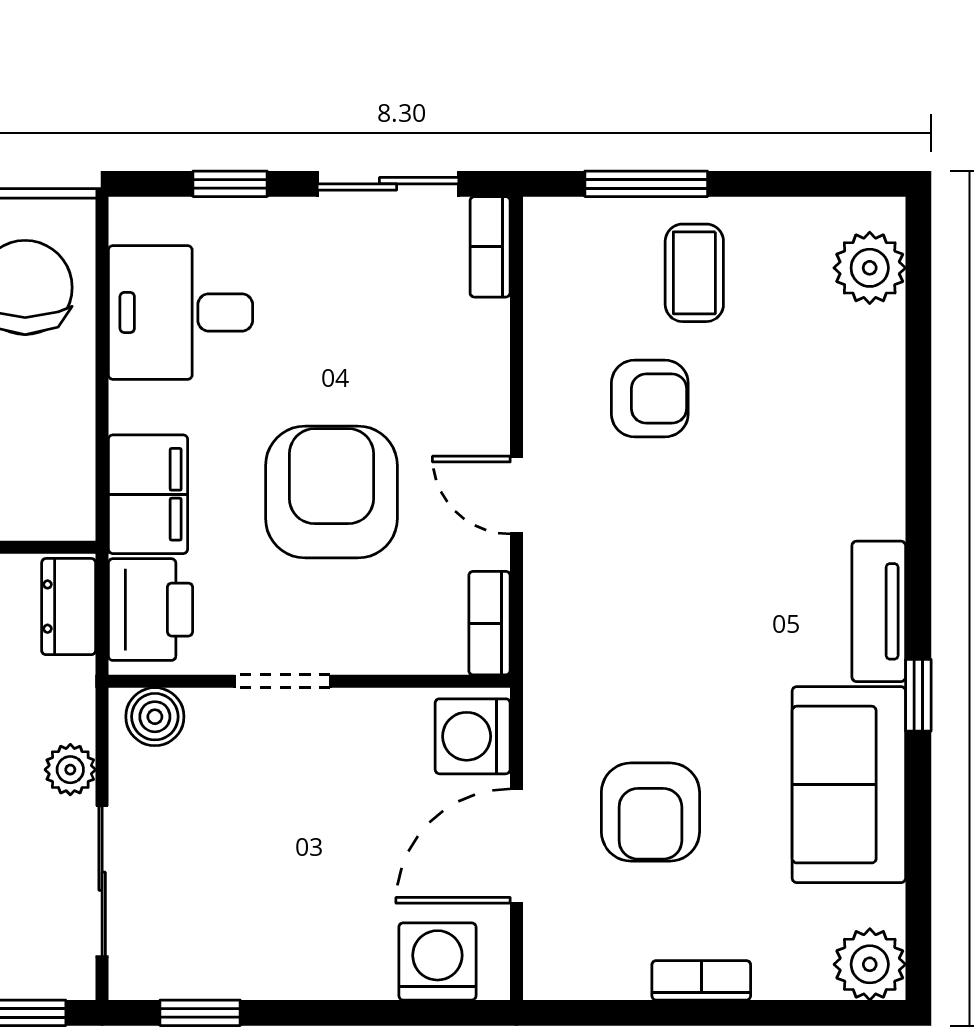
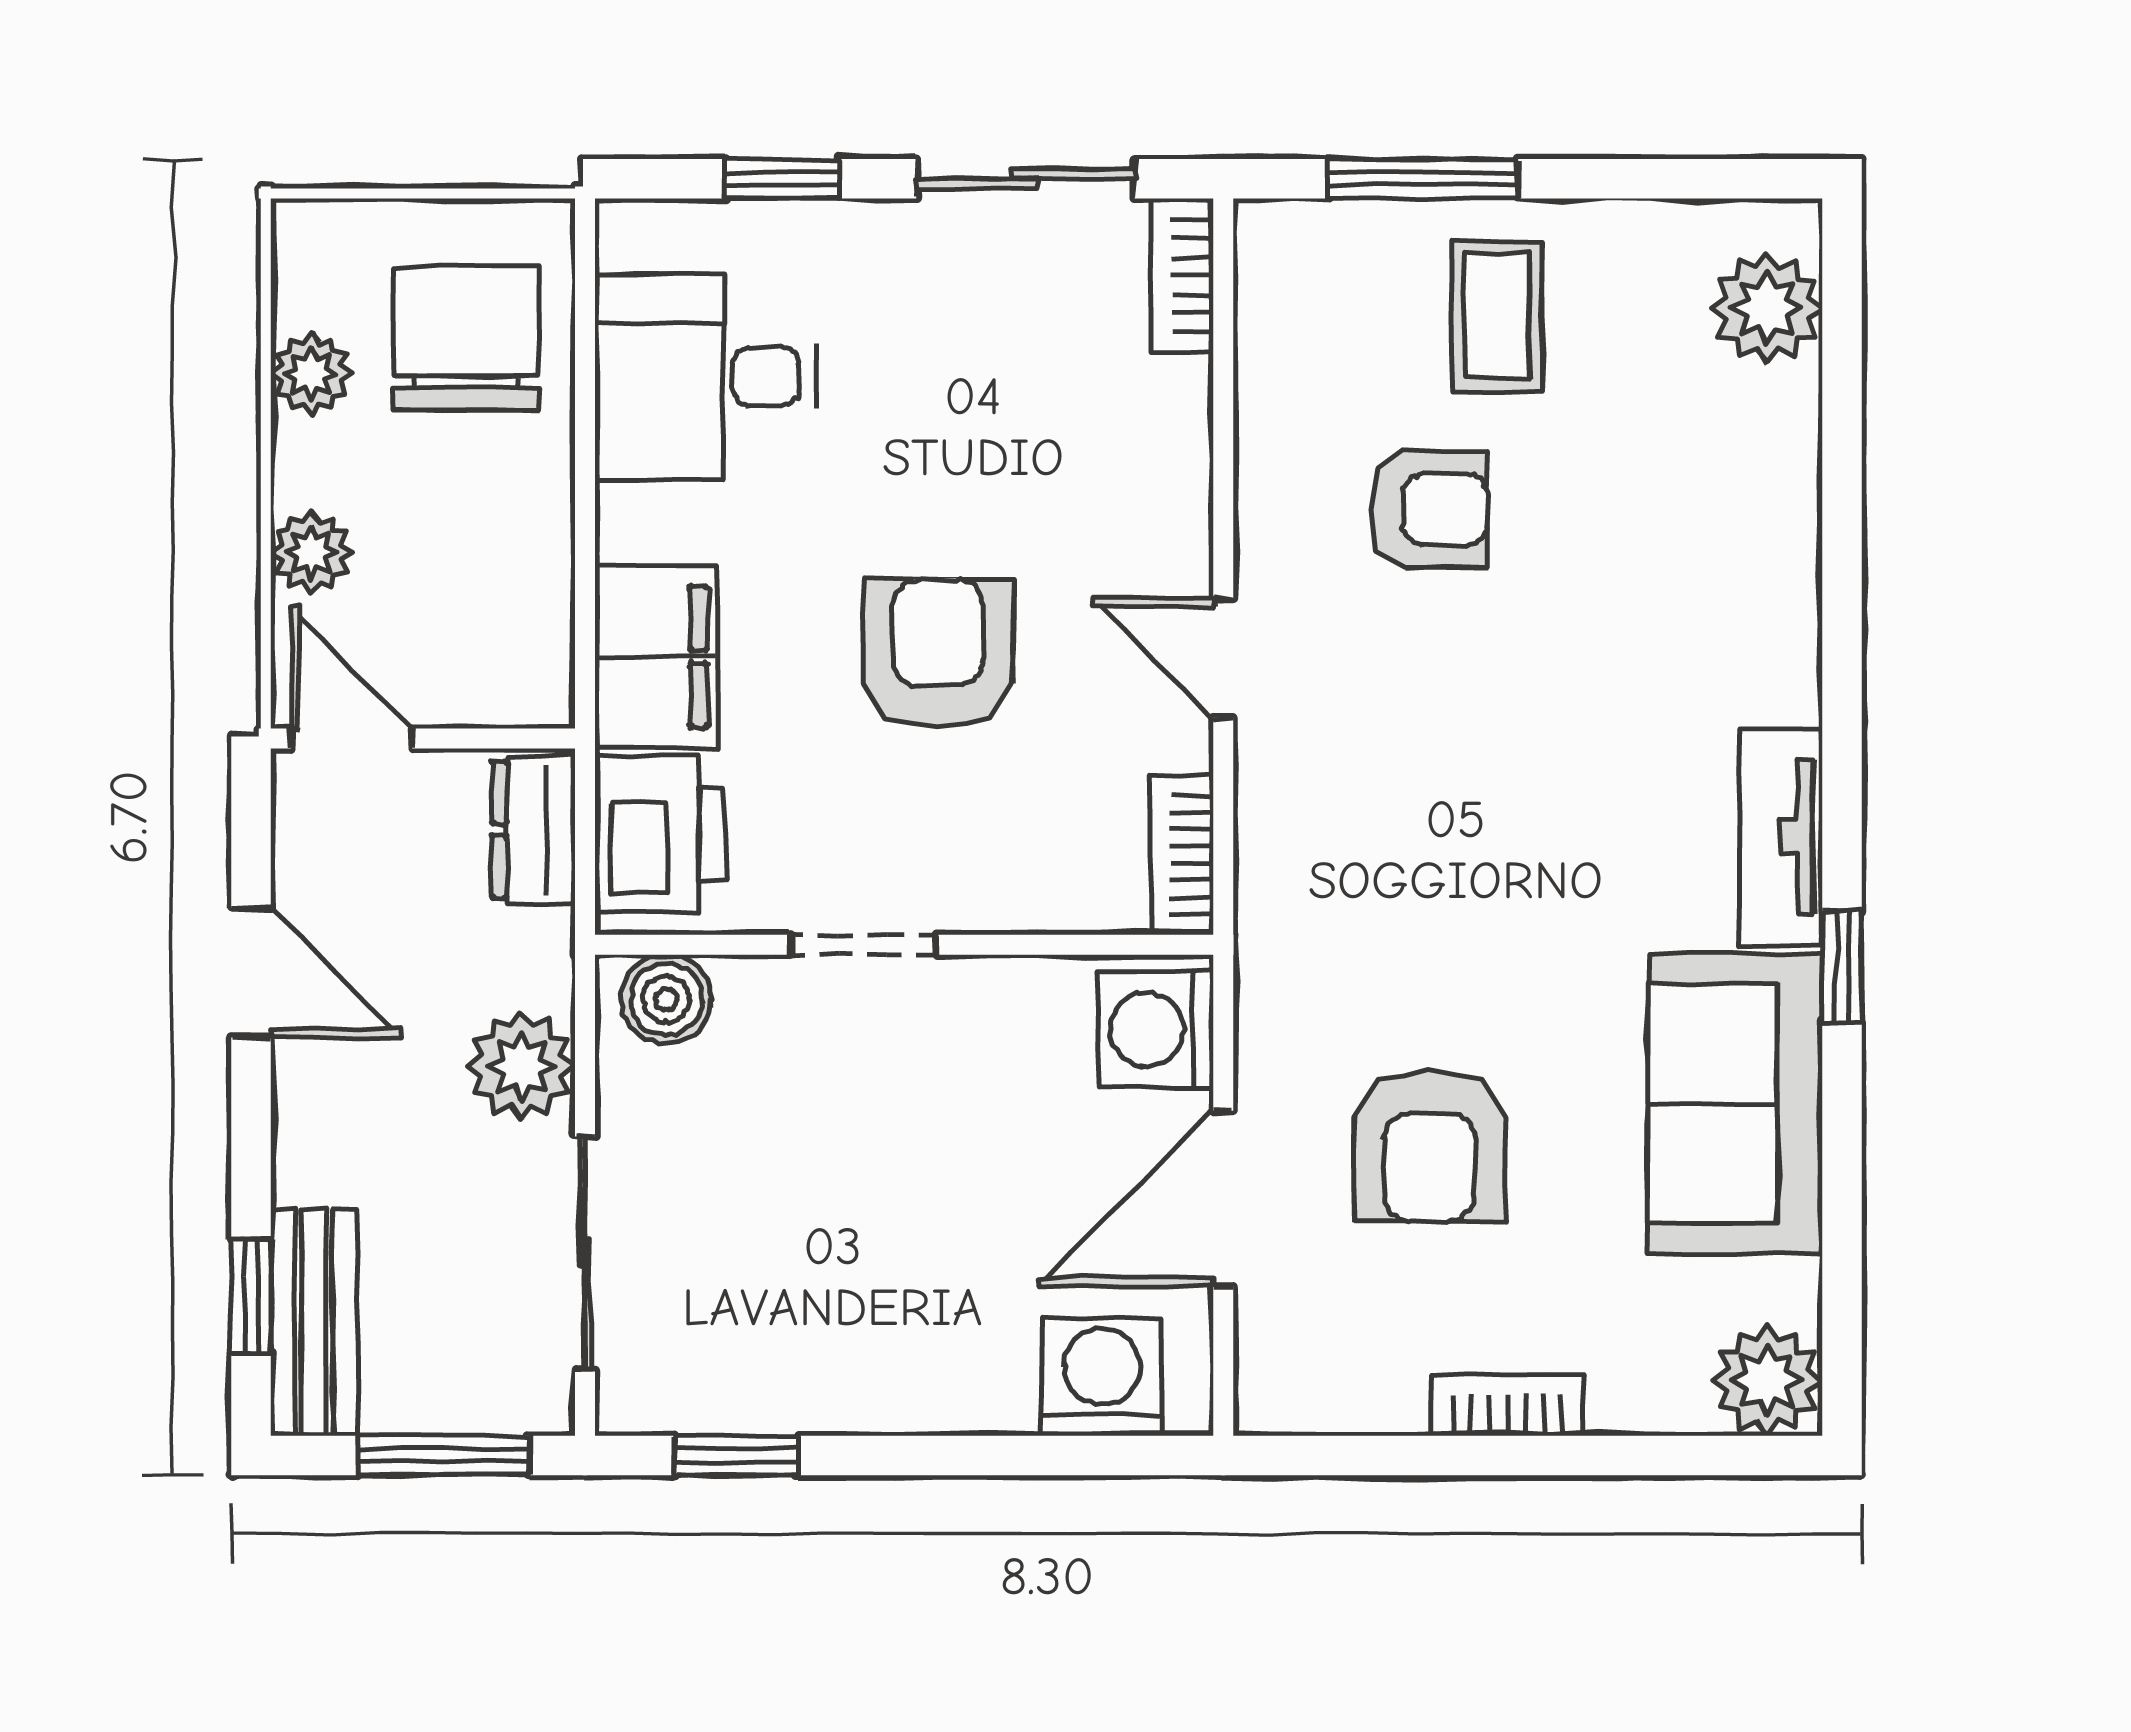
armchair: (331, 492) -> (938, 653), width x0.73, depth x0.73
plant: (70, 770) -> (521, 1066), width x1.38, depth x1.38

